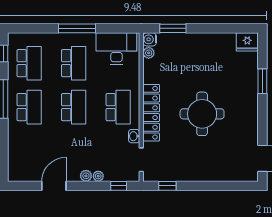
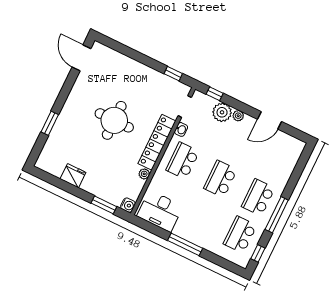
fridge: (247, 42) -> (73, 176), moved
plant: (149, 53) -> (144, 174), moved
school desk: (74, 63) -> (202, 216), removed
plant: (98, 176) -> (222, 112), width x1.87, depth x1.87

